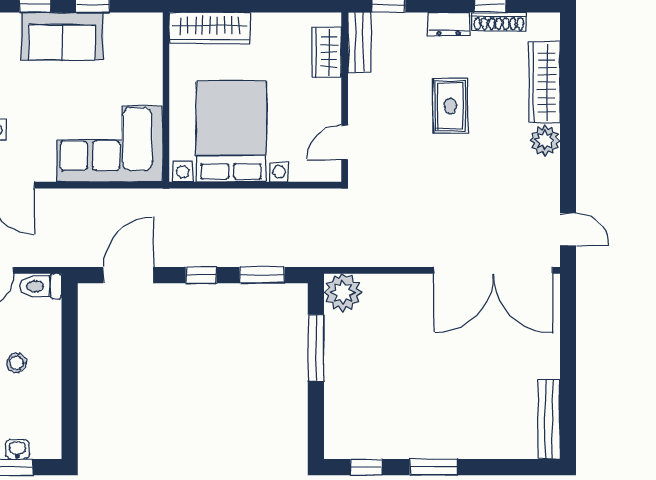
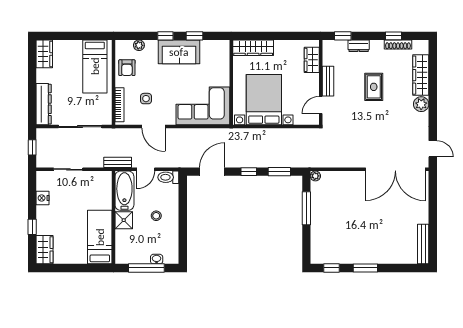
dresser: (449, 24) -> (359, 46), moved
bench: (359, 42) -> (328, 81), moved
plant: (343, 292) -> (315, 176), width x0.53, depth x0.53

